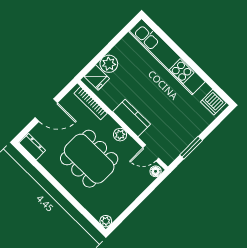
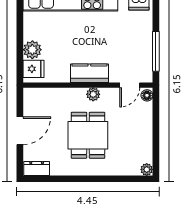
bookcase: (91, 103) -> (48, 93), removed
window: (191, 148) -> (156, 51), width x1.44
dining table: (89, 159) -> (88, 135), width x0.73

